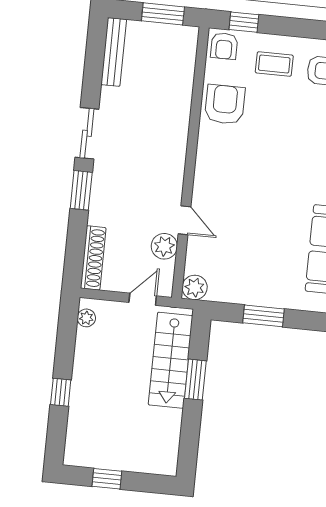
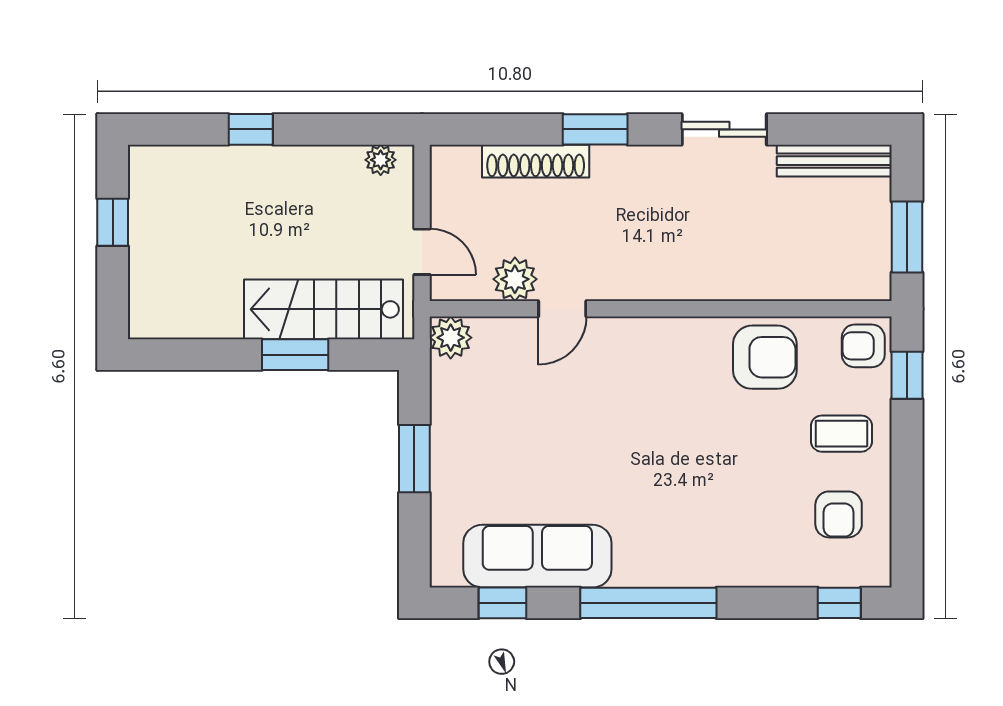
coffee table: (274, 64) -> (841, 434), turned 90
sliding door: (87, 133) -> (724, 129), moved
shoe rack: (93, 258) -> (536, 161), moved

